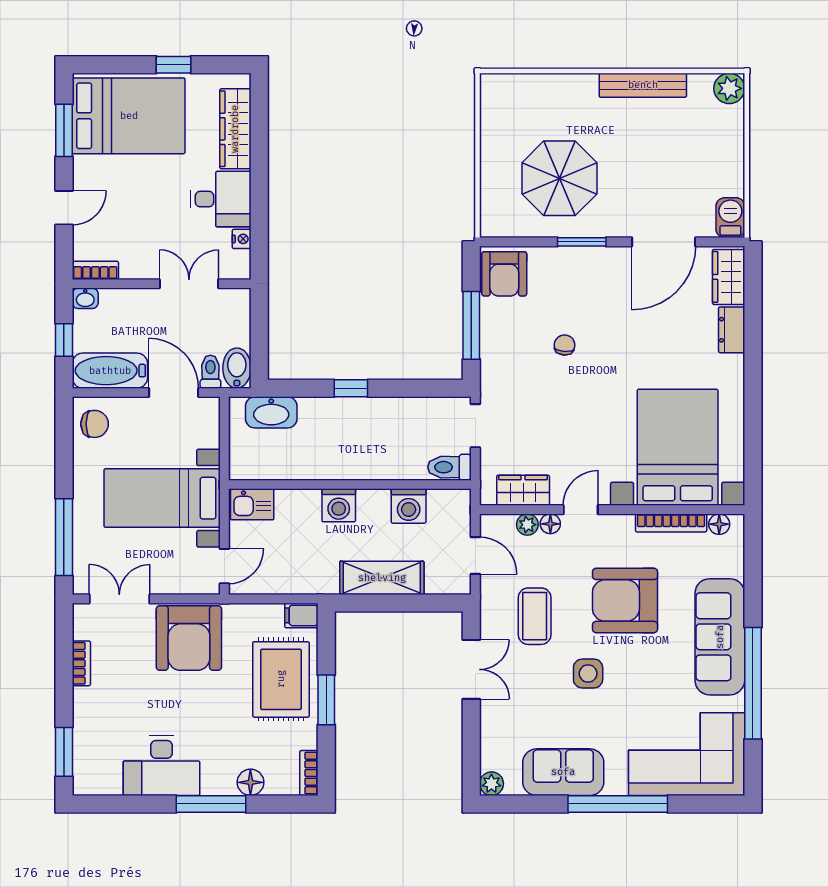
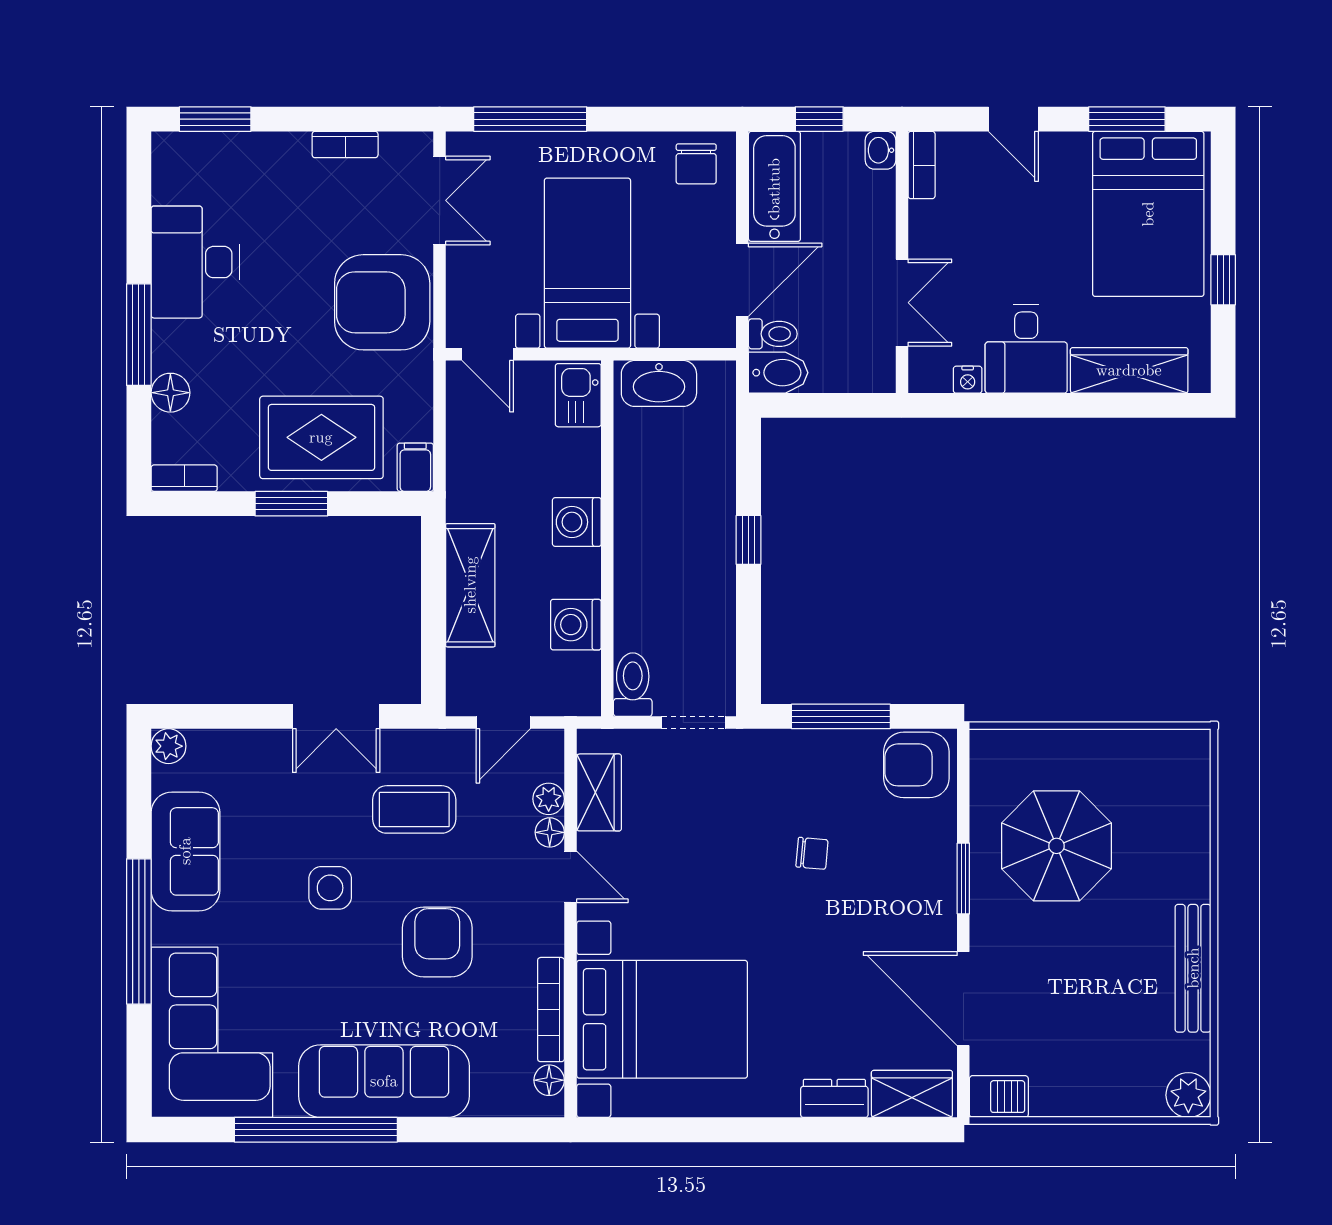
washbasin: (271, 412) -> (659, 383), moved, turned -90
armchair: (625, 600) -> (437, 942), width x0.73, depth x0.73

